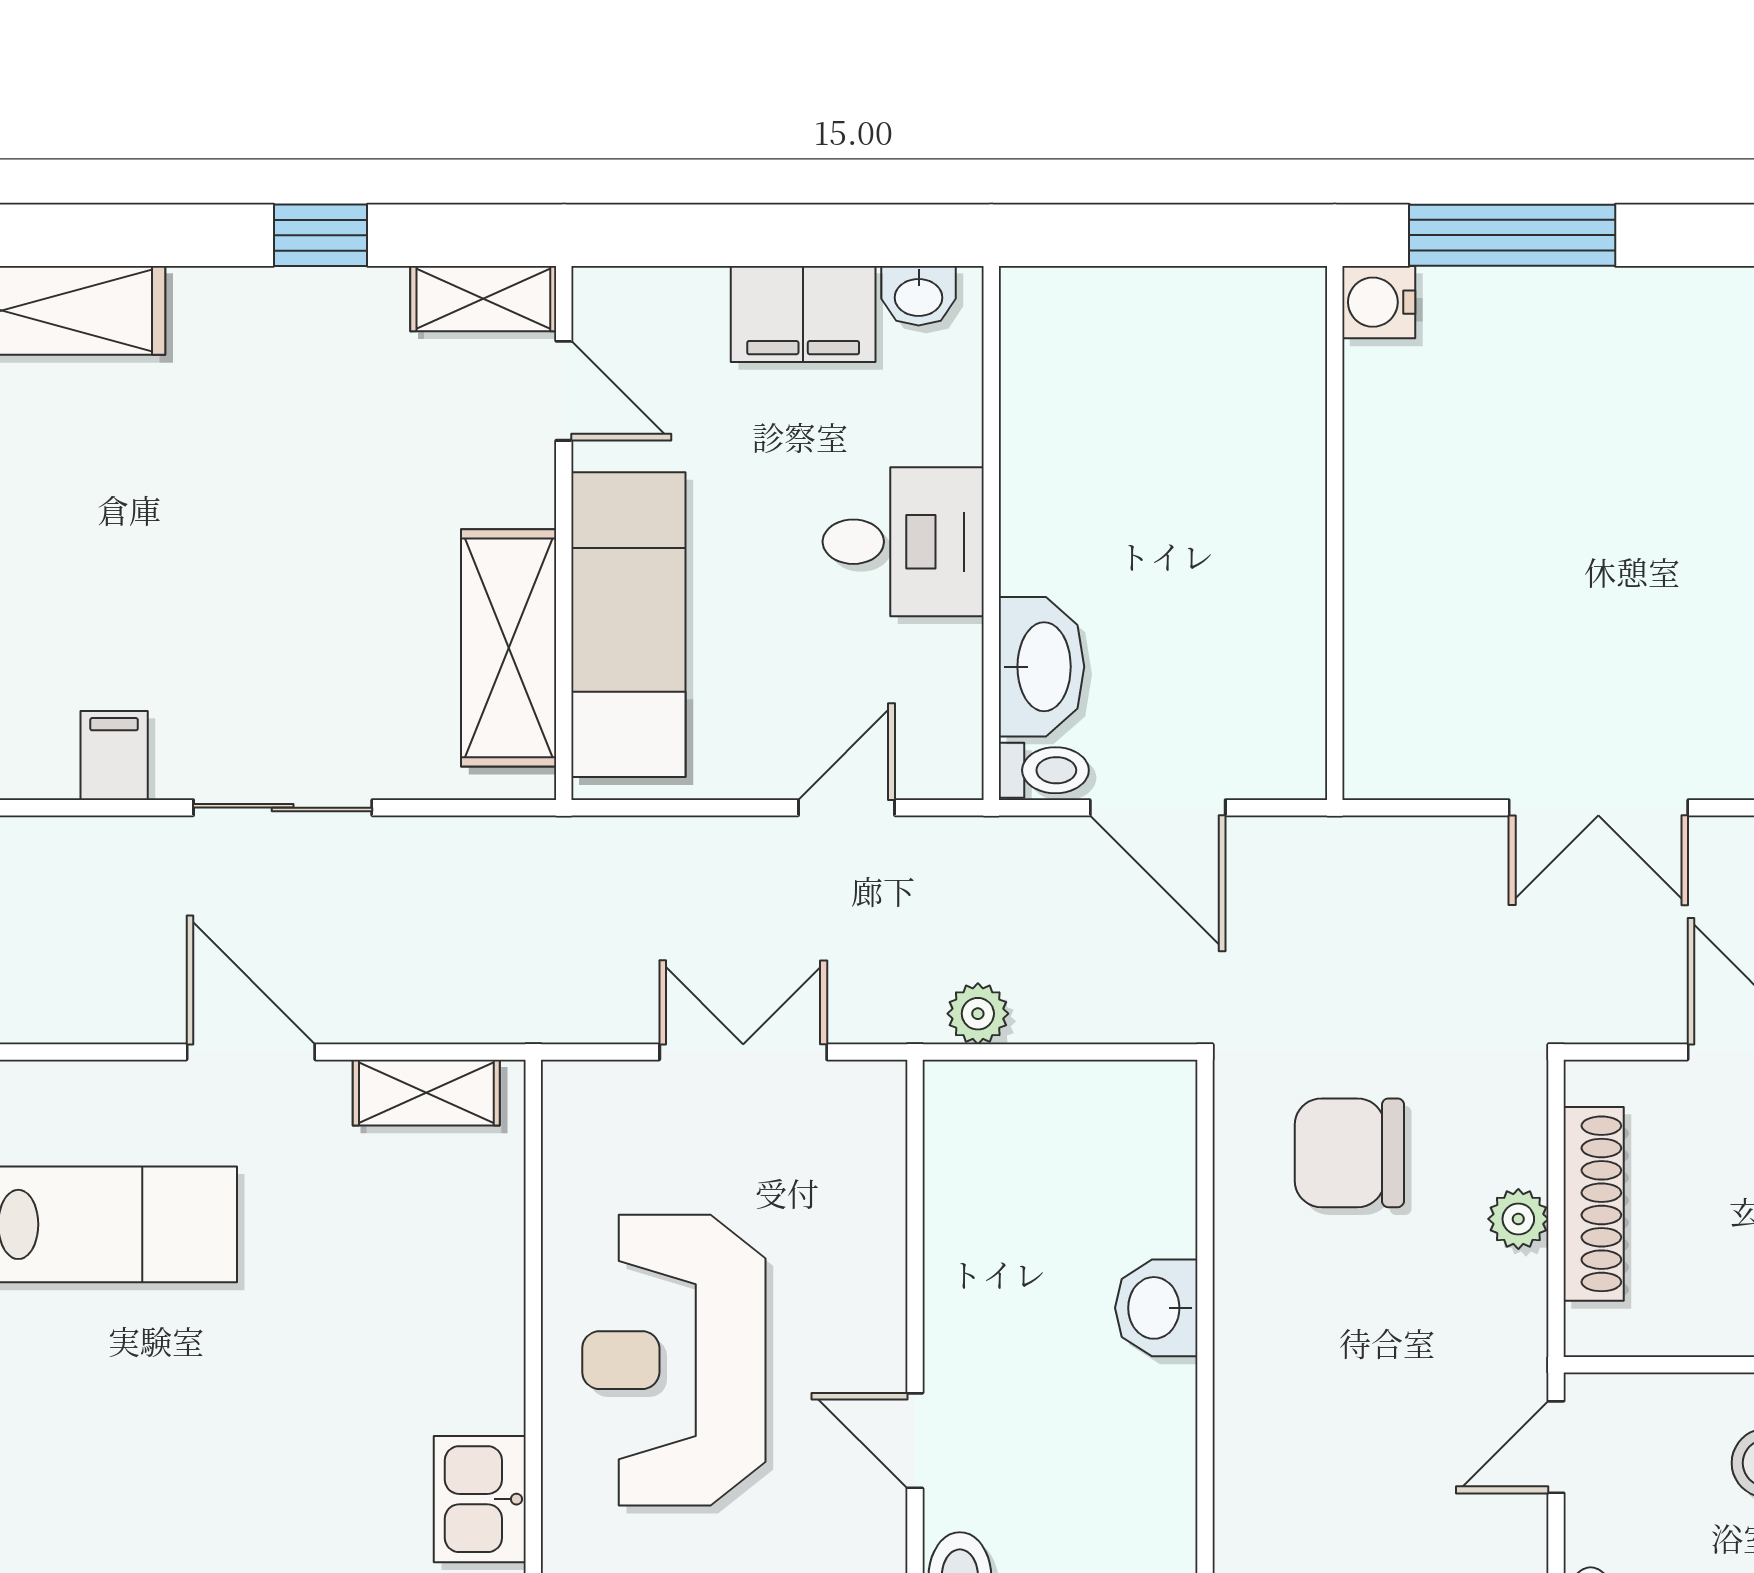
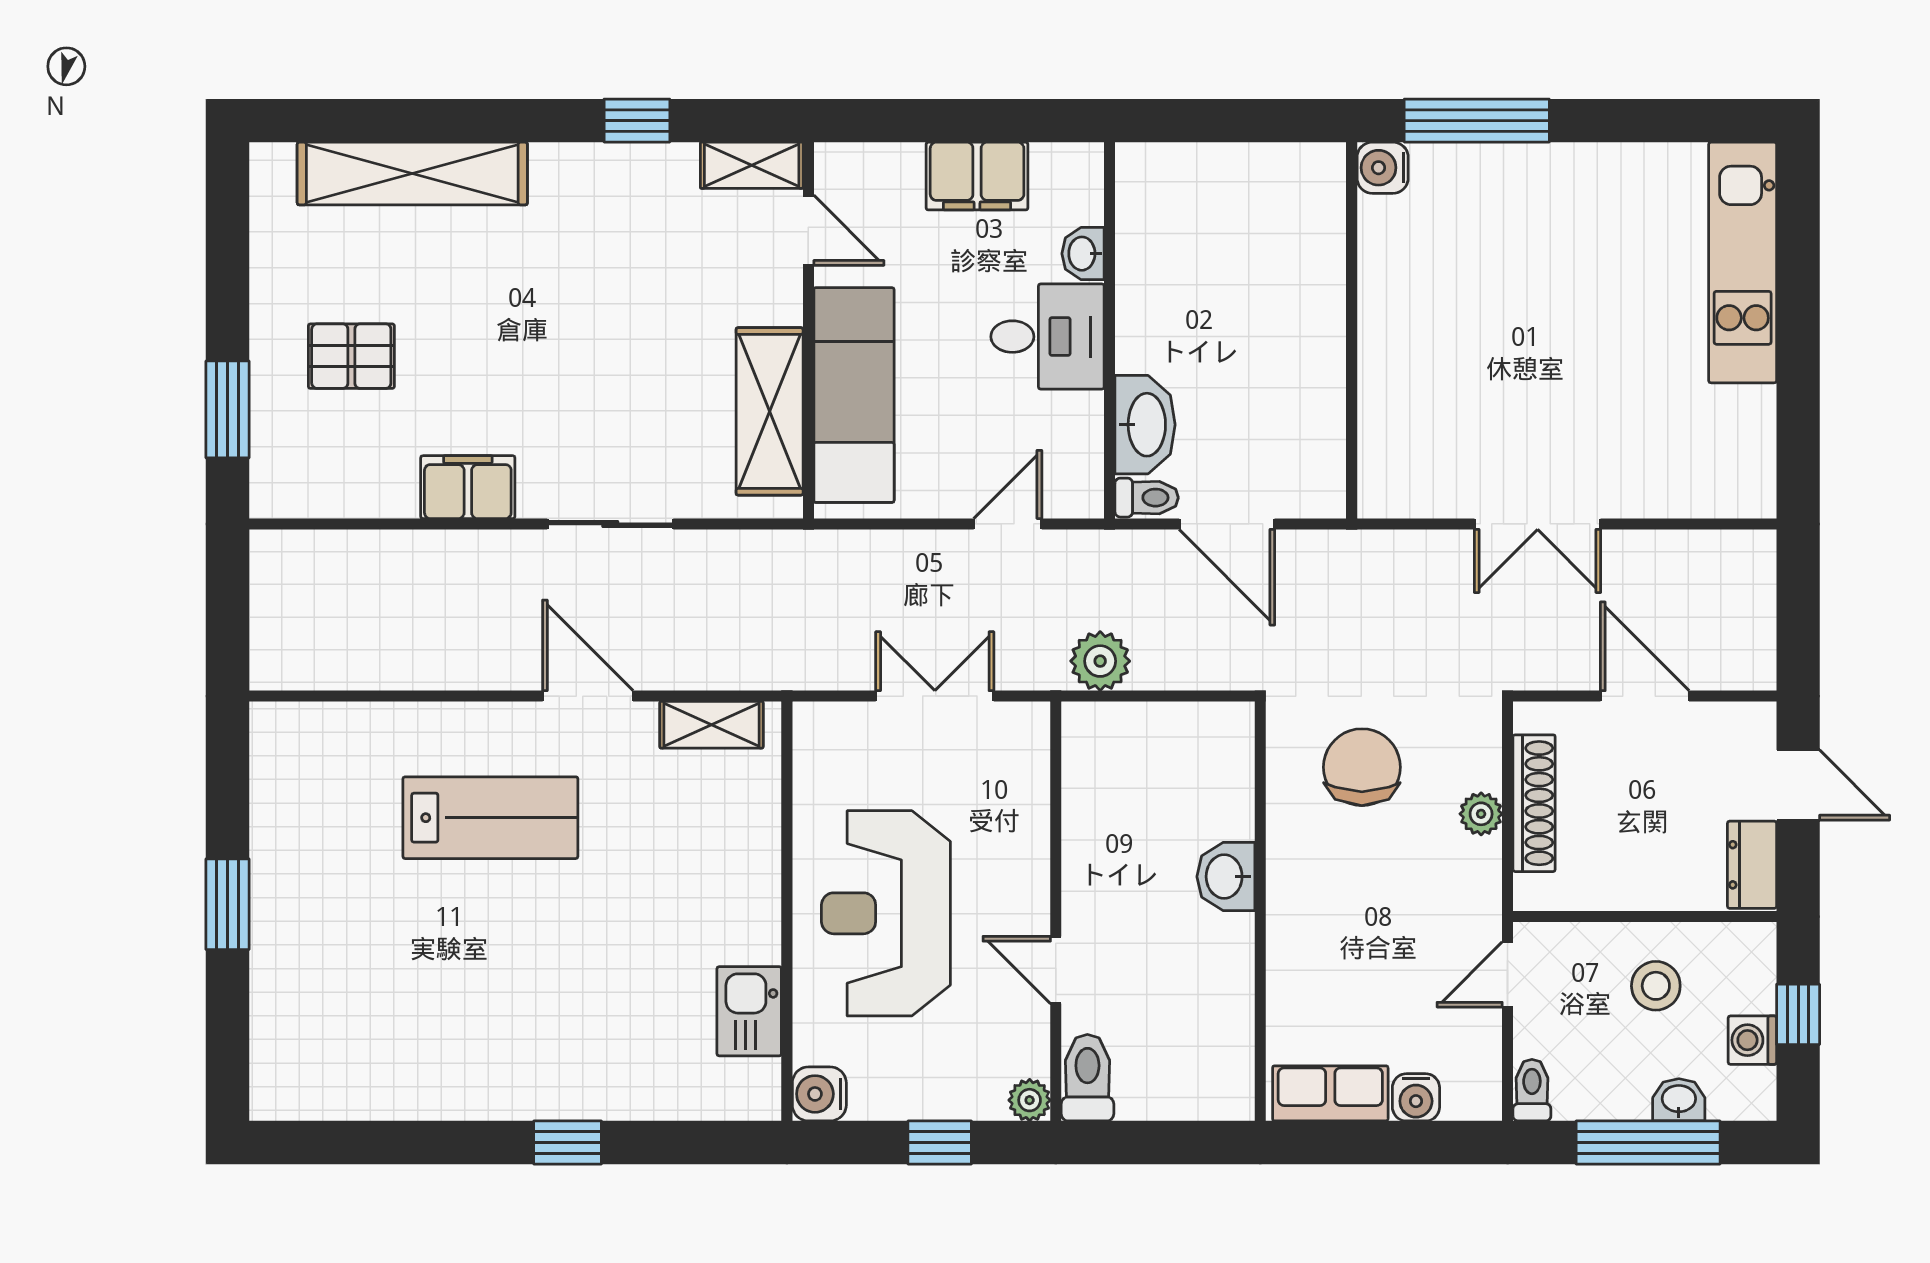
washbasin: (919, 296) -> (1083, 254), moved, turned 90
filing cabinet: (114, 755) -> (468, 487), width x2.00
plant: (978, 1014) -> (1100, 661), width x1.38, depth x1.38
chair: (1349, 1153) -> (1362, 767), turned 90

